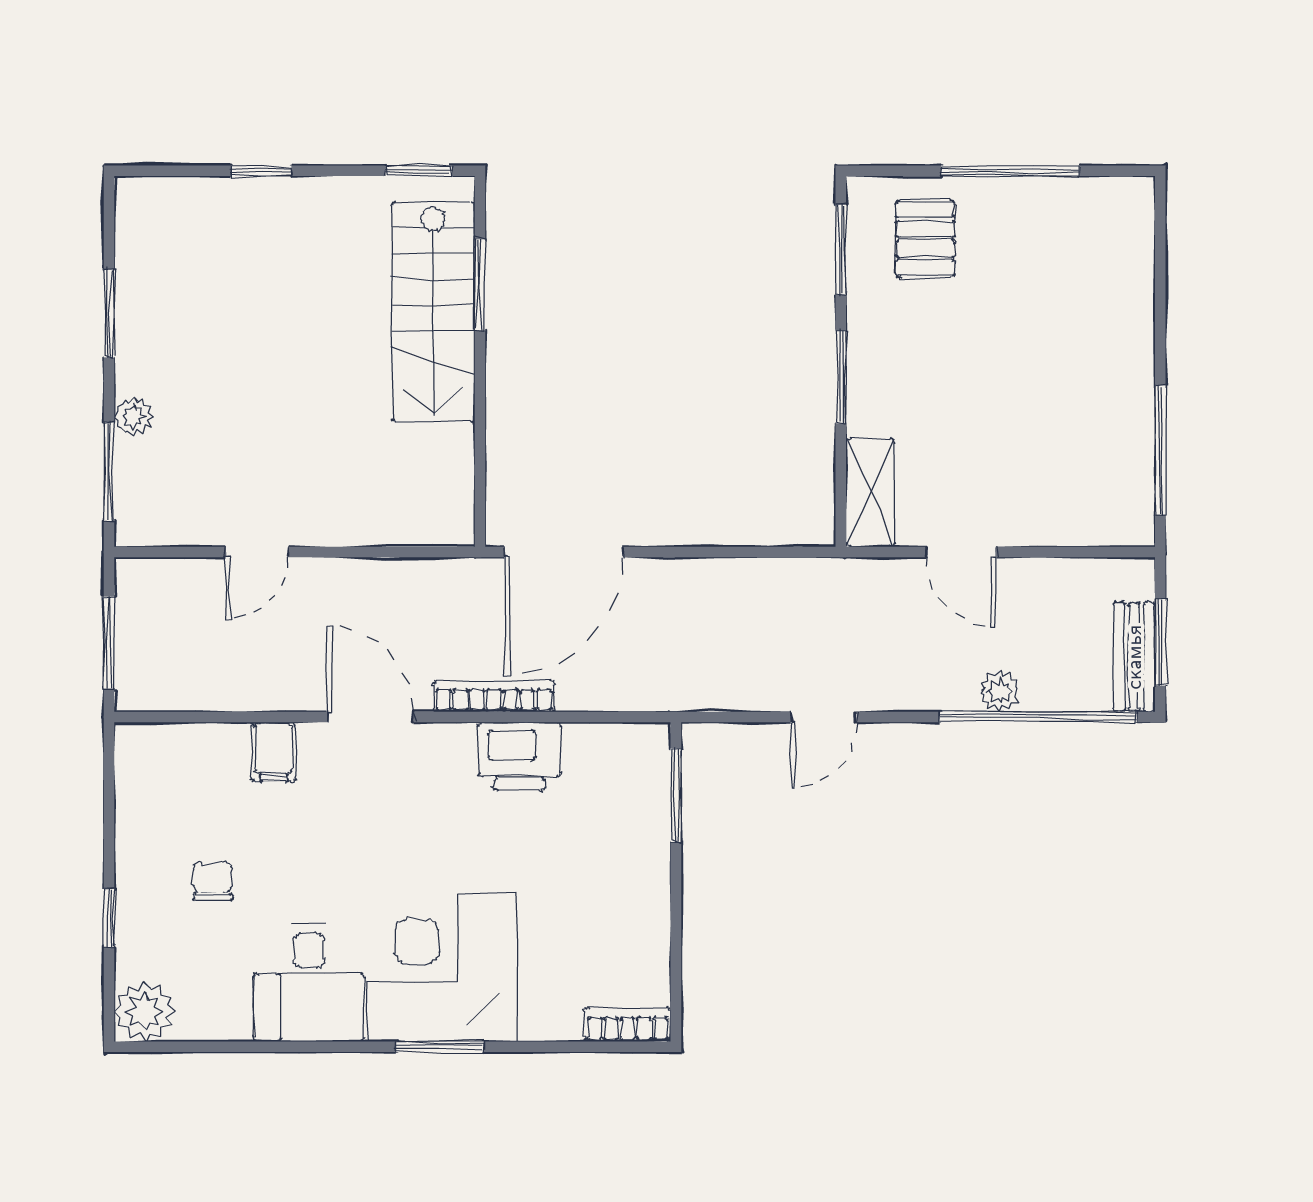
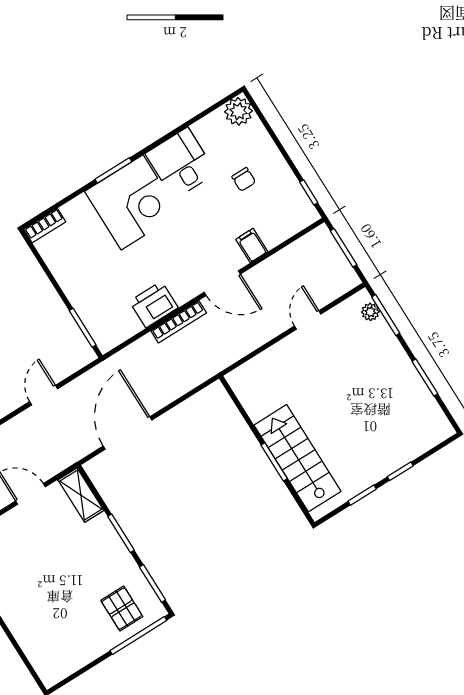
window: (419, 171) -> (362, 495), moved
window: (1010, 171) -> (138, 635), moved
window: (480, 285) -> (274, 462), moved
plant: (133, 417) -> (370, 312), moved
door: (564, 552) -> (128, 433), moved
window: (109, 918) -> (309, 192), moved

